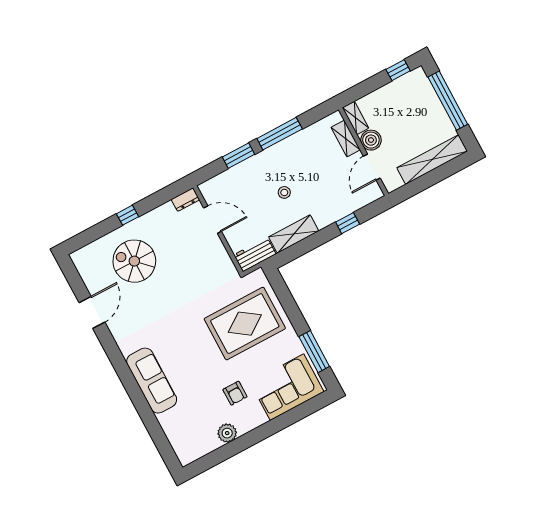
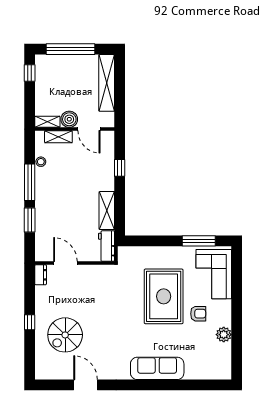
stool: (284, 192) -> (41, 162), moved
door: (213, 220) -> (65, 263), hinge flipped
rug: (245, 324) -> (164, 296), moved

